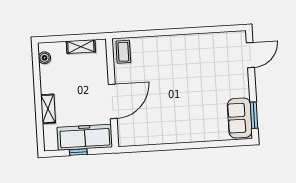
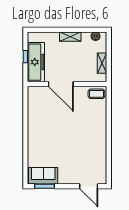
shelving: (48, 109) -> (70, 37), moved

